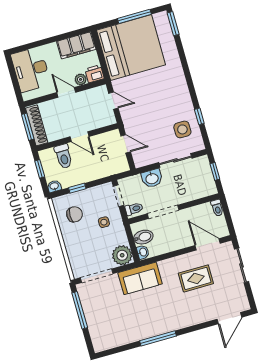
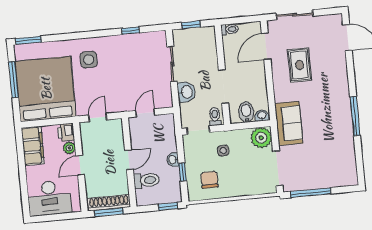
side table: (182, 129) -> (89, 60), moved
window: (40, 169) -> (168, 206), moved
washbasin: (54, 186) -> (173, 160), moved

